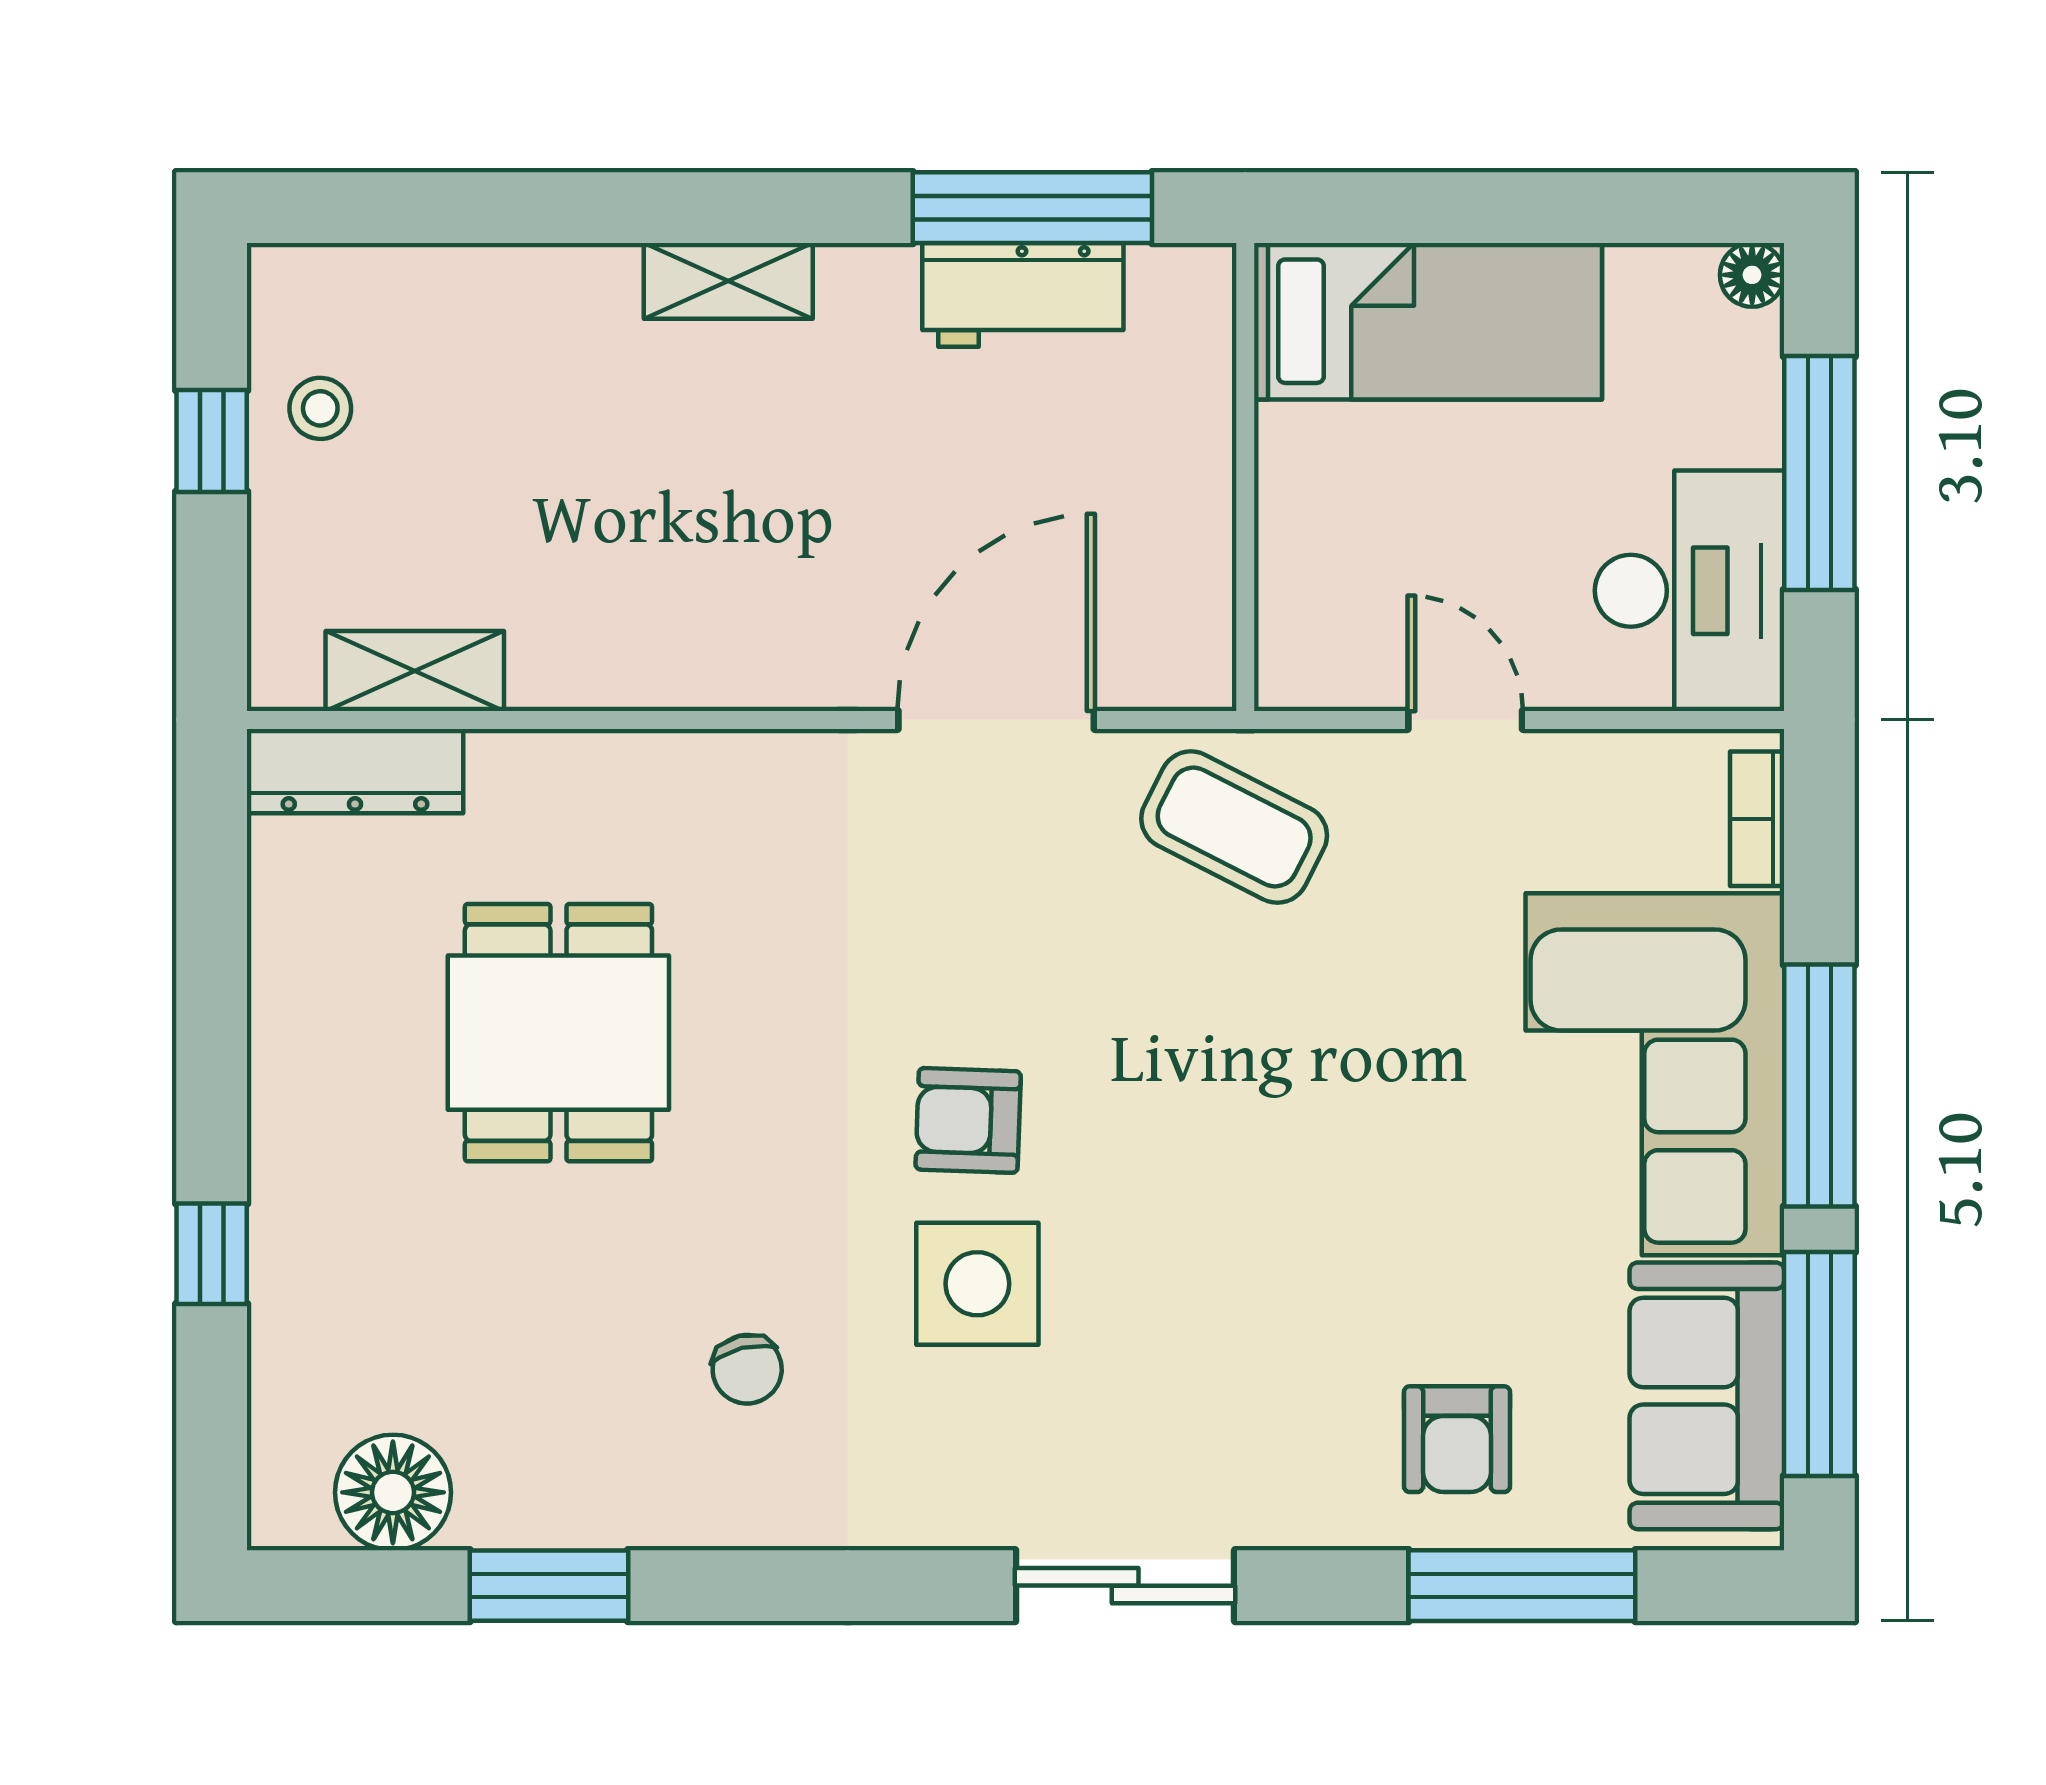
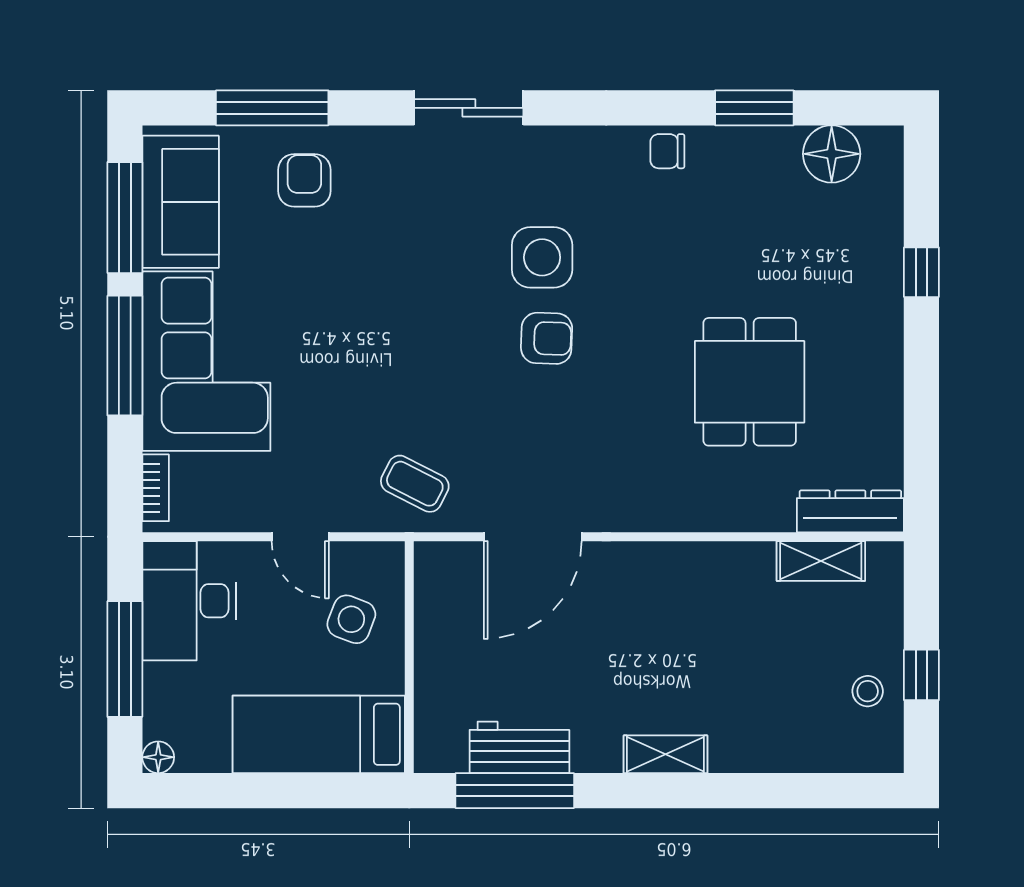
side table: (1362, 553) -> (351, 619), added
coffee table: (1234, 827) -> (415, 484), width x0.73, depth x0.77
chair: (747, 1369) -> (667, 151), moved, turned -76

